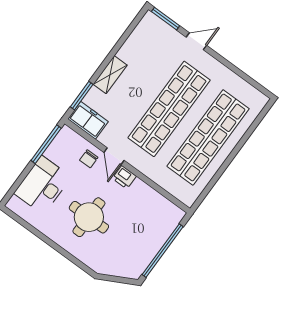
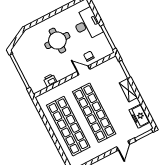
freezer: (88, 120) -> (140, 116), moved, turned 90
printer: (124, 177) -> (50, 80), moved

